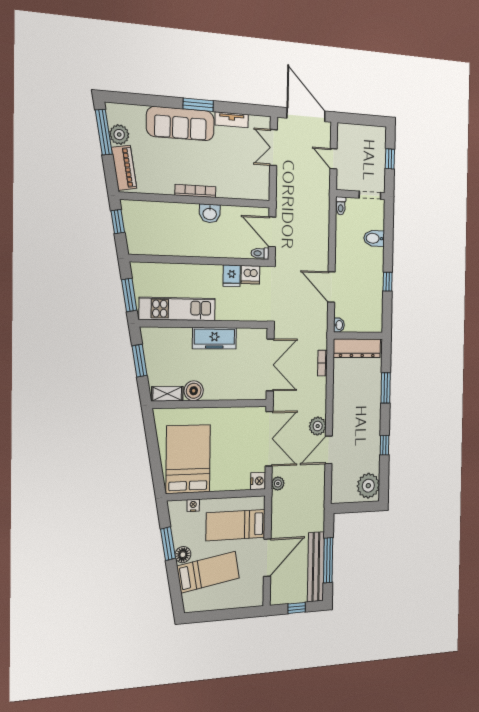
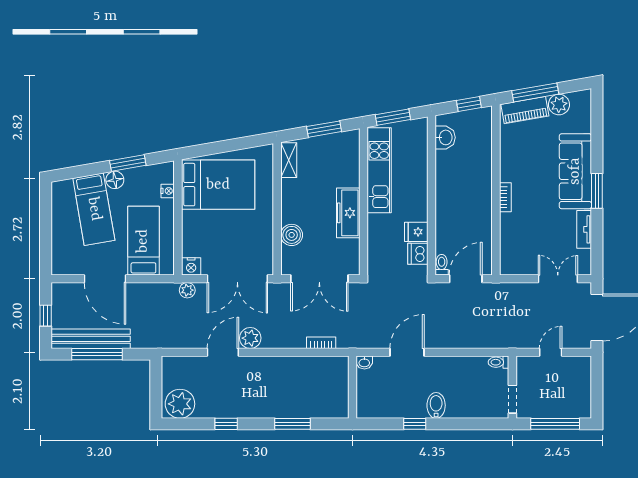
window: (104, 132) -> (535, 92), moved
window: (390, 159) -> (555, 424), width x2.17
bookcase: (195, 191) -> (505, 197), width x0.64
washbasin: (210, 213) -> (445, 137), moved, turned 180
bidet: (374, 238) -> (436, 405), moved
dresser: (357, 348) -> (338, 386), removed
boiler: (194, 391) -> (292, 235), moved
door: (329, 450) -> (223, 352), hinge flipped

